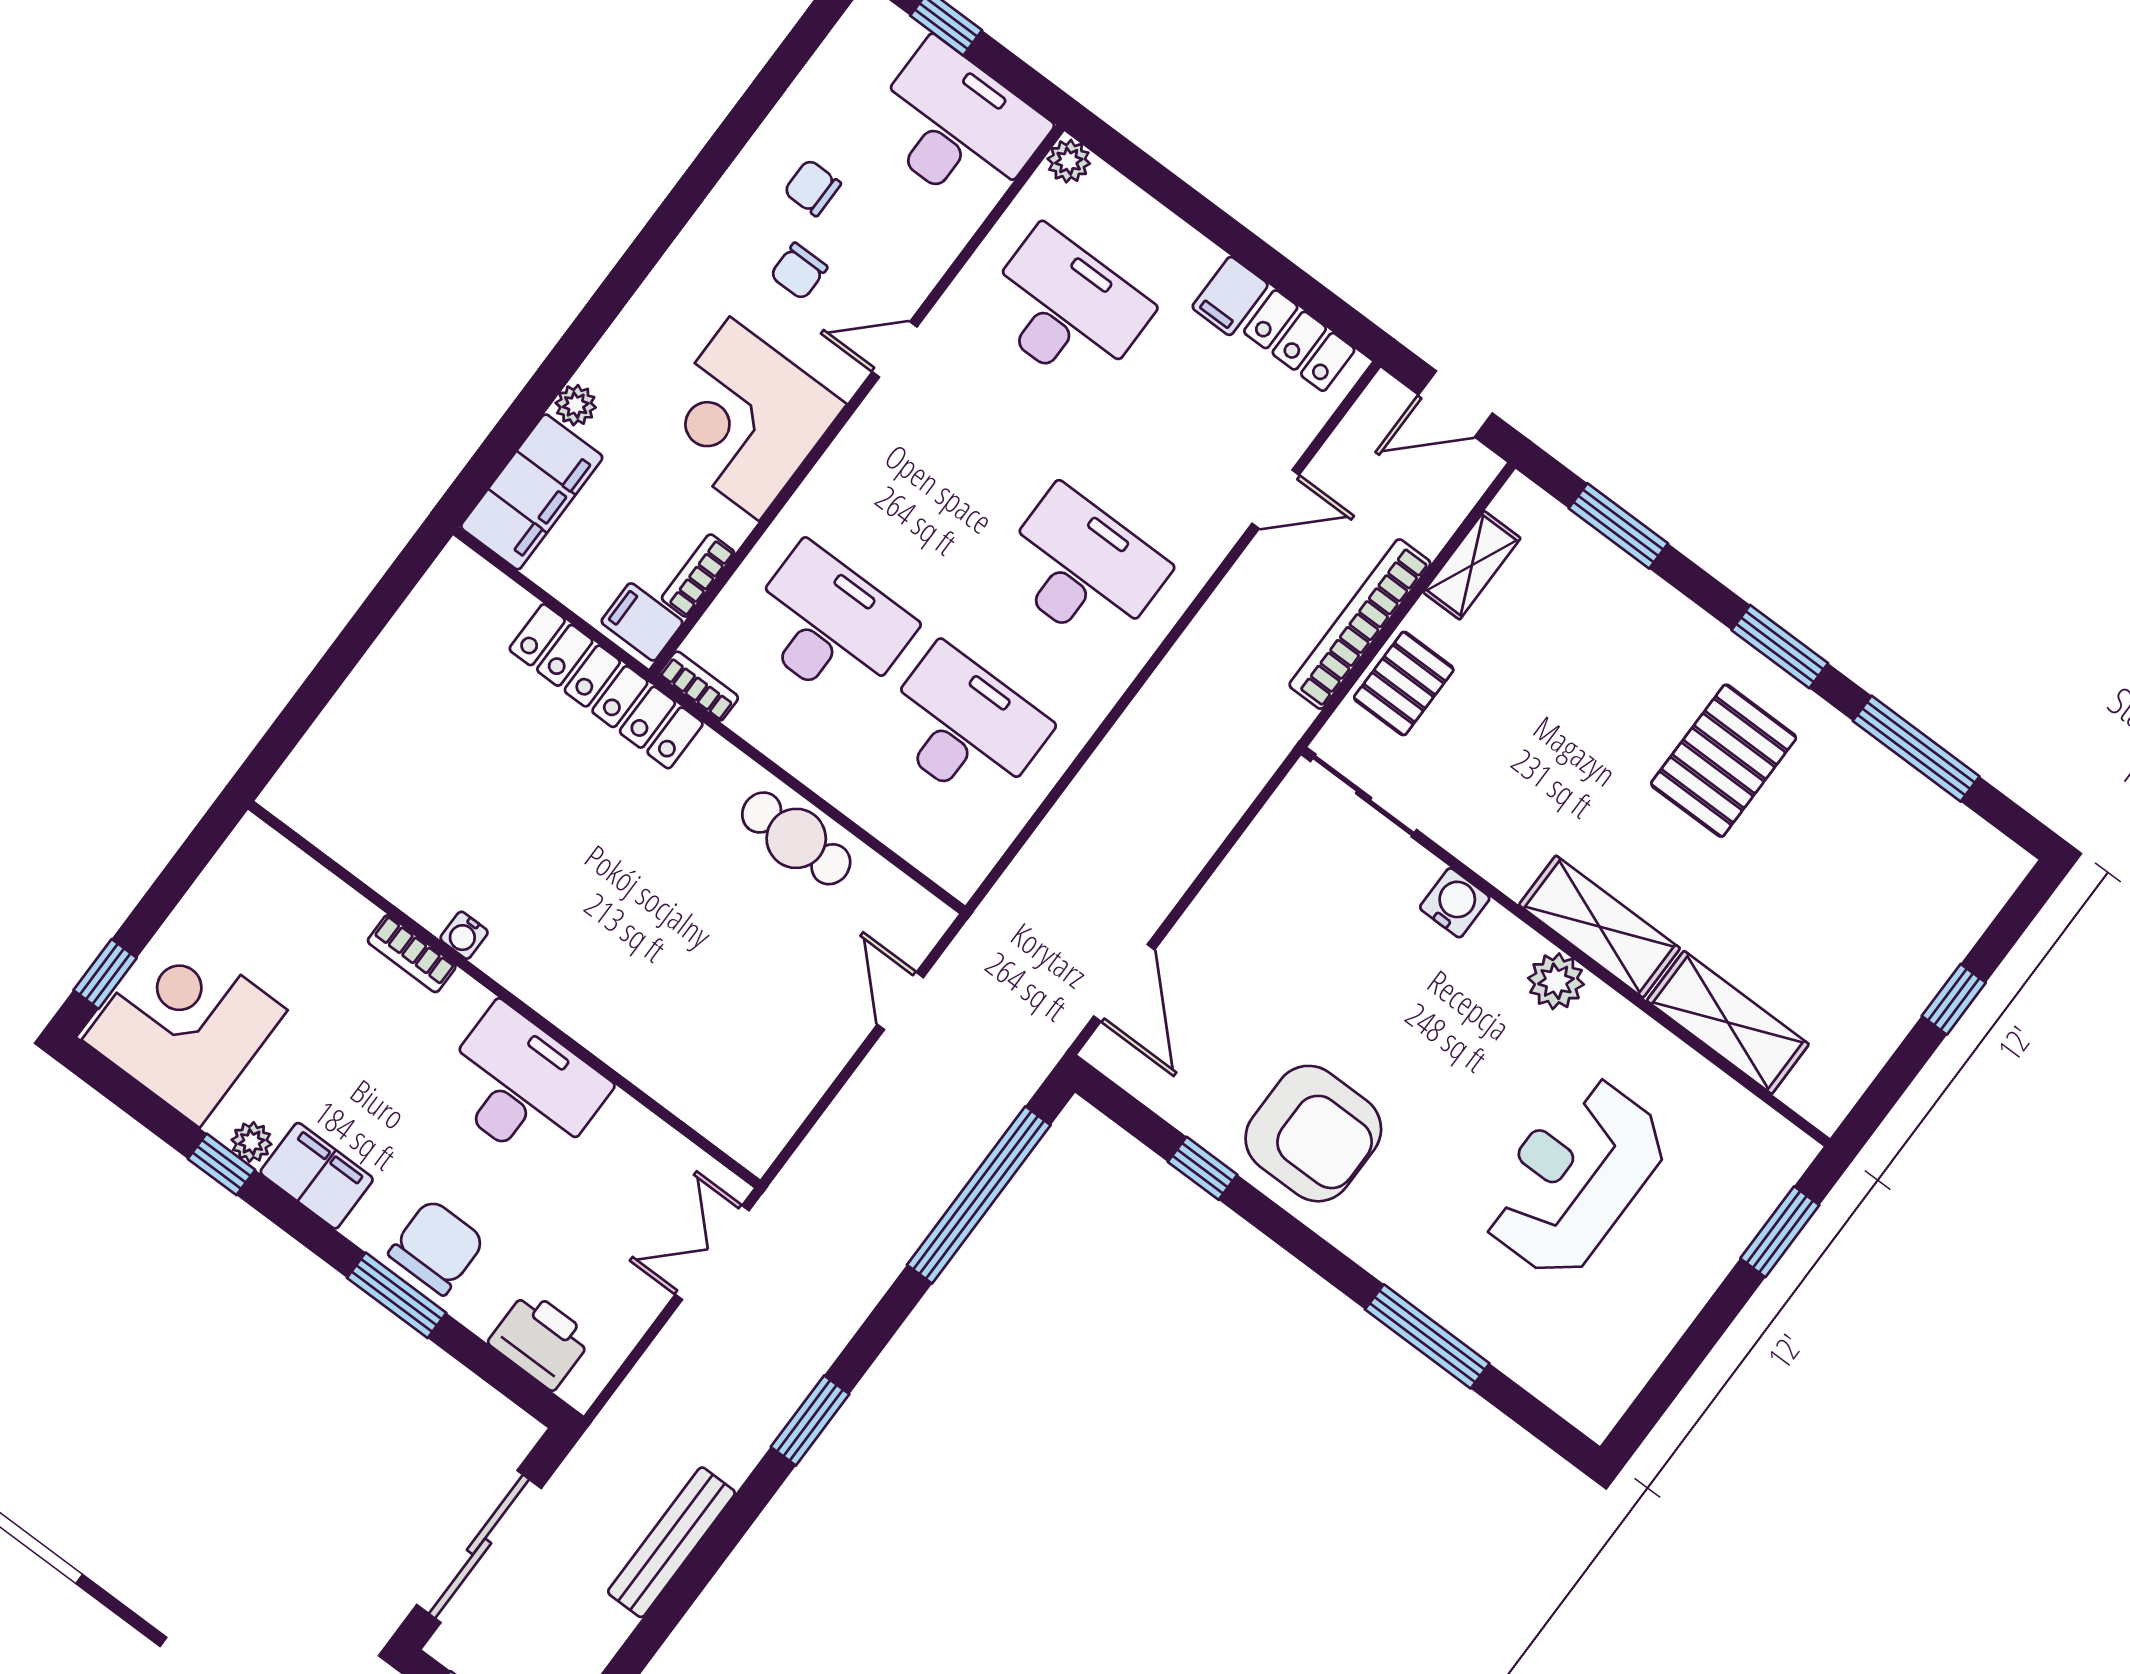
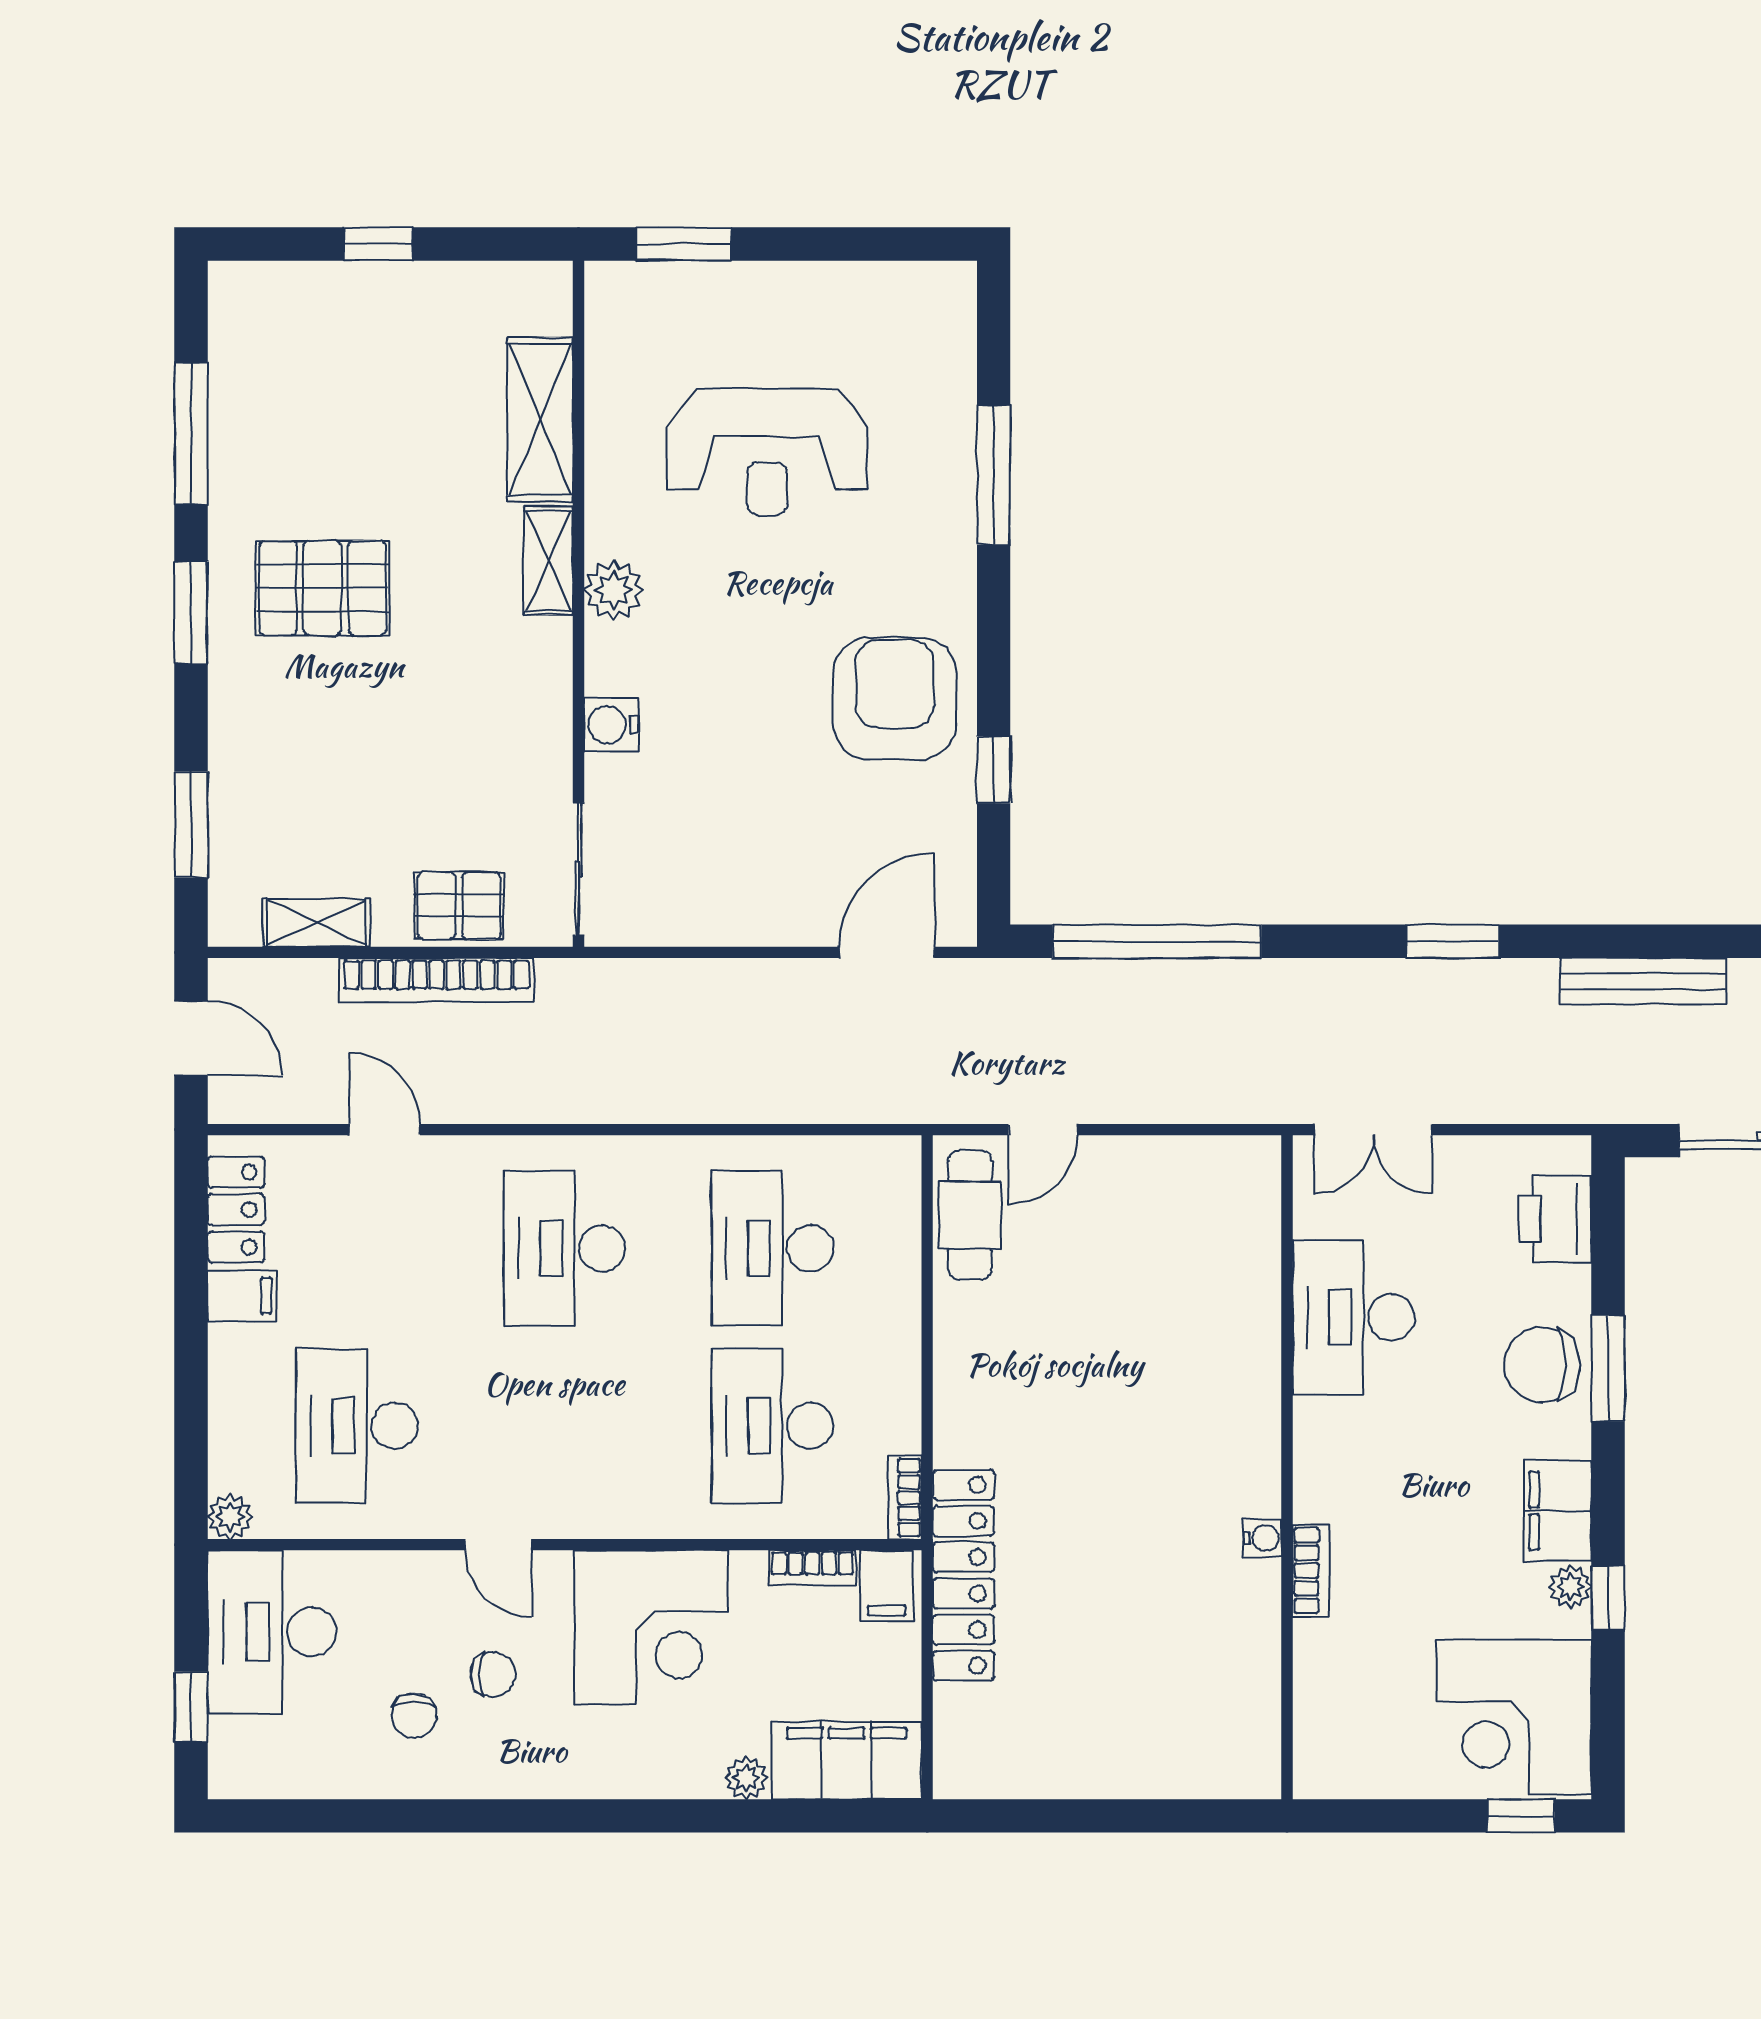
cafe table: (796, 838) -> (970, 1215), moved
shelving: (1599, 927) -> (548, 561), width x0.67, depth x0.75
desk: (523, 1087) -> (1354, 1317), moved

